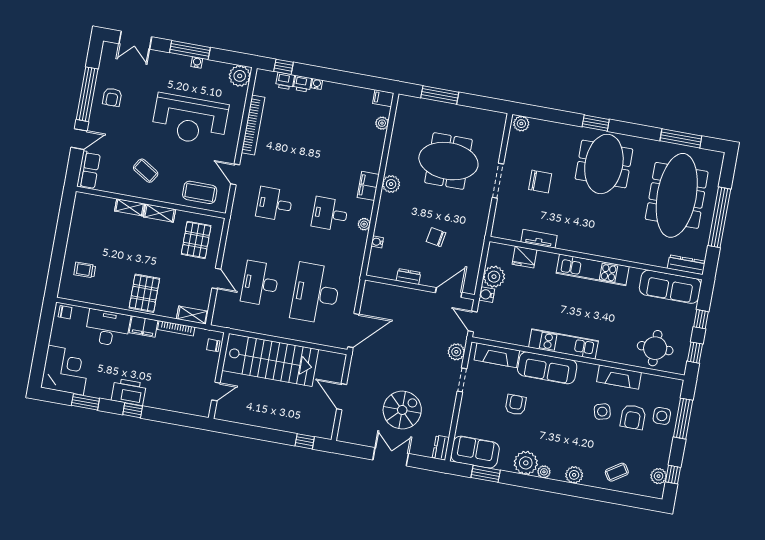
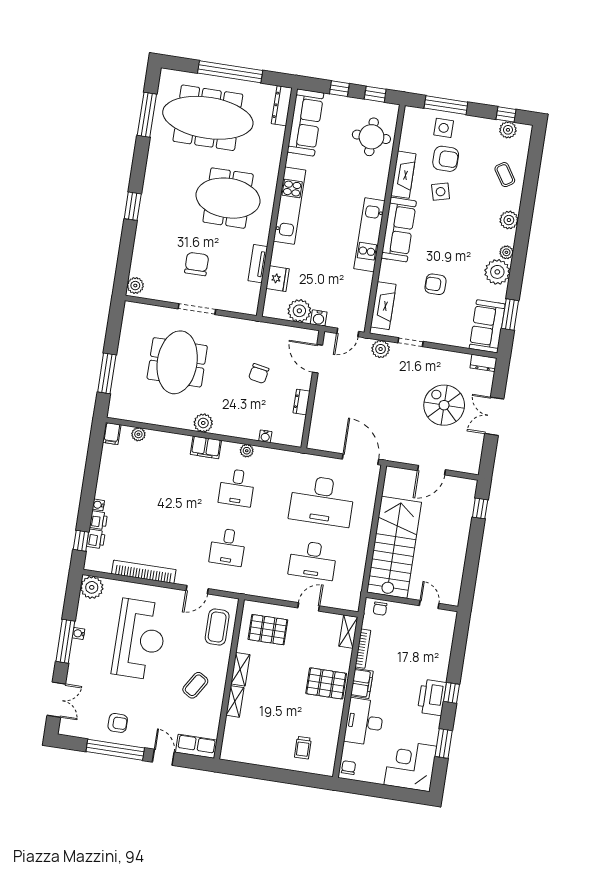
meeting table: (604, 164) -> (228, 198), moved
sofa: (547, 368) -> (399, 230), moved

